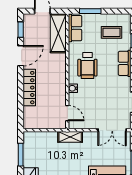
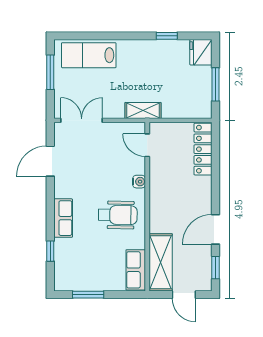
window: (90, 11) -> (88, 295), moved
coffee table: (112, 32) -> (82, 264), removed
wheelchair: (87, 66) -> (118, 215), turned 91
locker: (29, 88) -> (203, 149), moved

